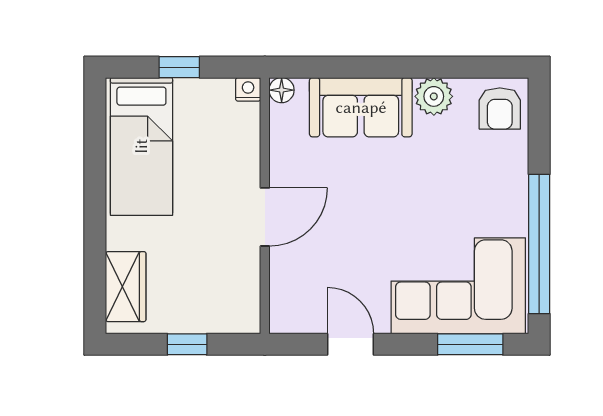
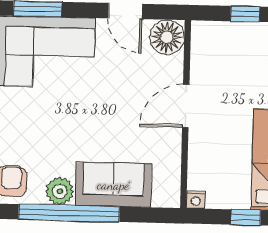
window: (420, 67) -> (69, 213), added
floor lamp: (282, 90) -> (167, 37), moved, width x1.89, depth x1.89

